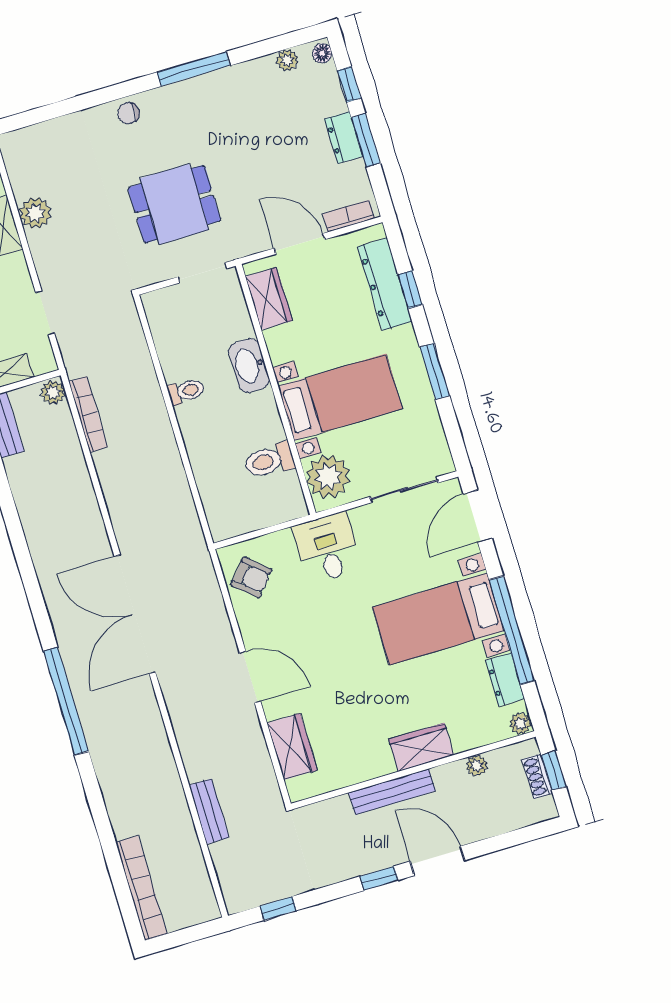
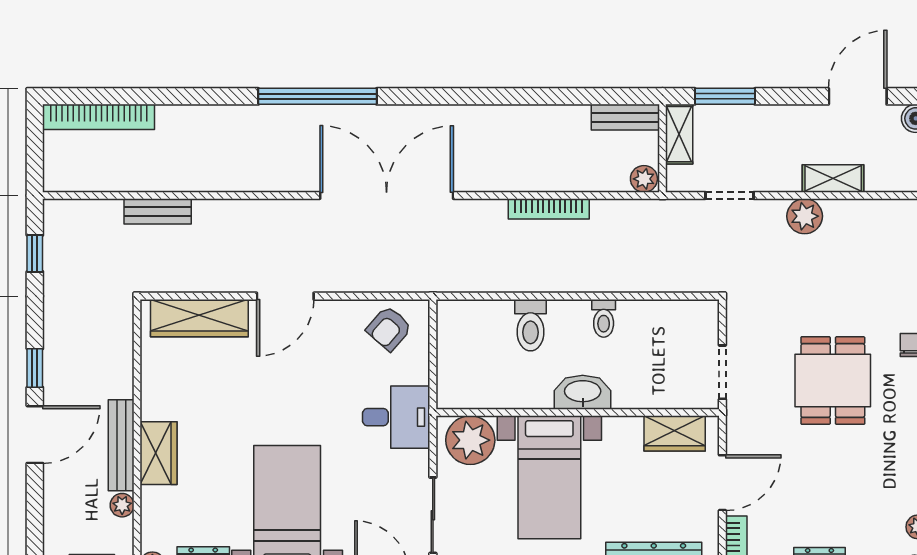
dining table: (174, 204) -> (833, 381), moved
plant: (35, 213) -> (805, 216), moved
washbasin: (249, 366) -> (583, 392), moved
bookcase: (88, 414) -> (549, 209), moved
toilet: (269, 461) -> (531, 325), moved, turned 180
wardrobe: (292, 747) -> (199, 318), width x1.50
bench: (392, 792) -> (121, 445), moved

